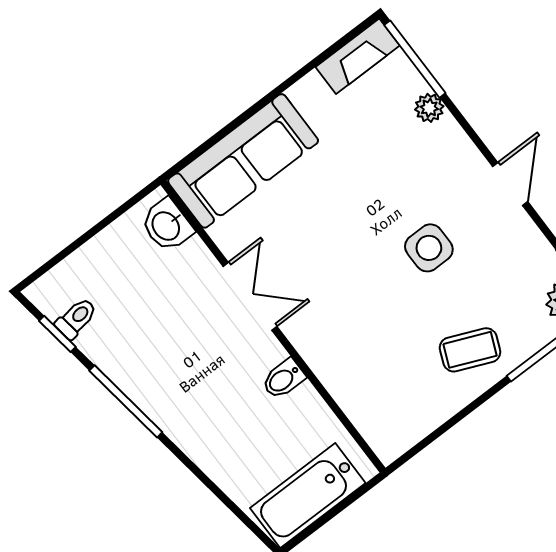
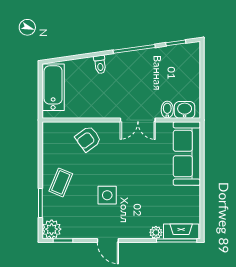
fireplace: (358, 56) -> (181, 231), moved, turned 90
toilet: (76, 318) -> (100, 64), moved
armchair: (353, 361) -> (88, 139), added
bidet: (283, 379) -> (167, 110), moved

